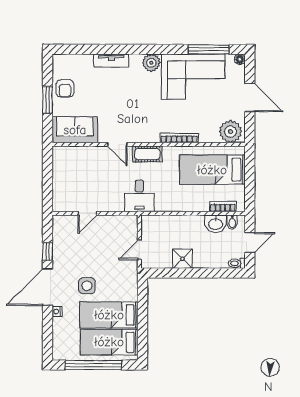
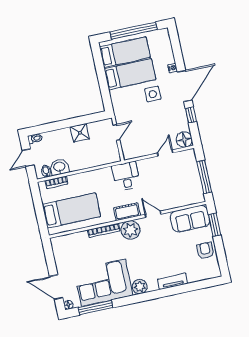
door: (250, 98) -> (56, 287), moved
window: (48, 100) -> (215, 225), moved
plant: (230, 132) -> (131, 230), moved
window: (48, 175) -> (204, 177), added
floor lamp: (62, 224) -> (184, 140), added

